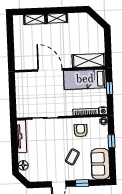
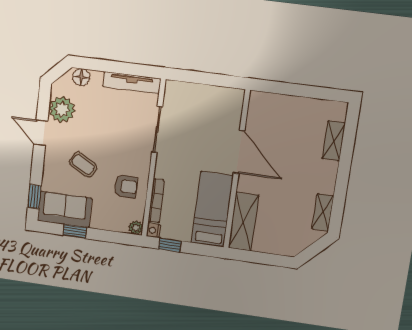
shelving: (57, 18) -> (323, 212), moved
door: (50, 70) -> (239, 152), hinge flipped
window: (109, 88) -> (170, 245), moved
window: (112, 141) -> (75, 231), moved
plant: (43, 174) -> (62, 109), added
window: (82, 183) -> (34, 196), moved

